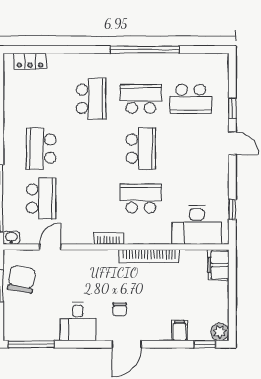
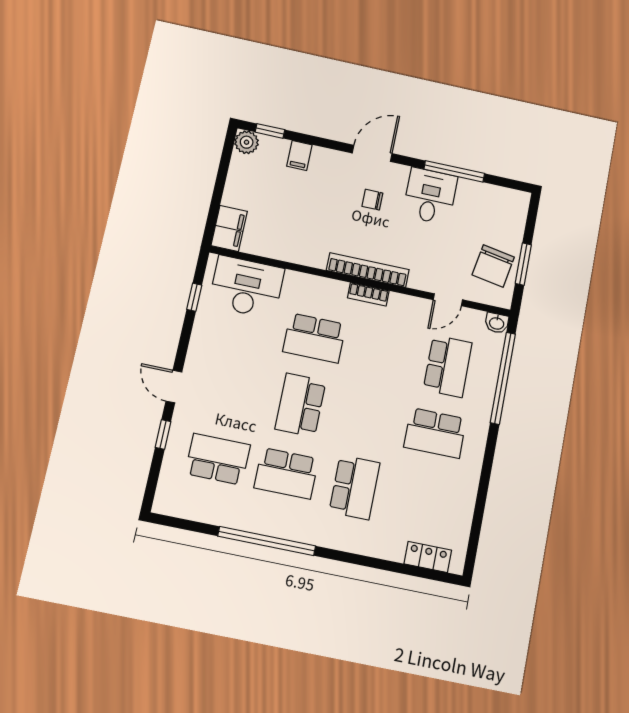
school desk: (91, 99) -> (354, 487), turned 180
school desk: (41, 149) -> (435, 433), turned 90
school desk: (41, 198) -> (448, 366), turned 180
bookcase: (149, 256) -> (368, 270), moved
chair: (120, 309) -> (372, 200), turned -90
window: (31, 344) -> (454, 171), moved

